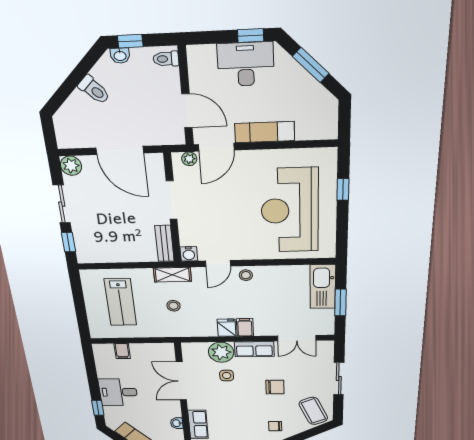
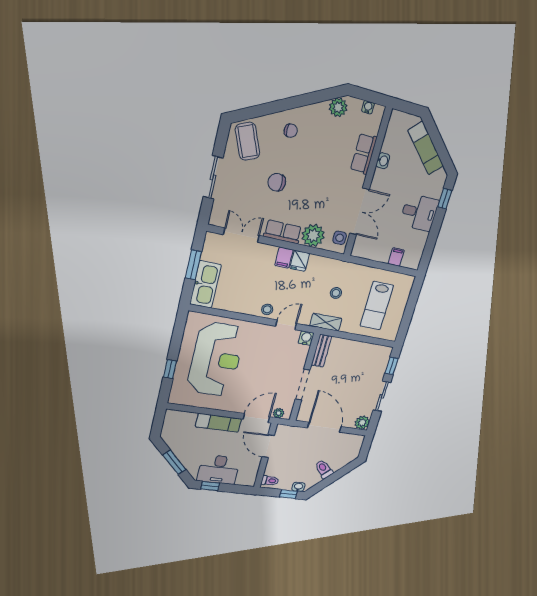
lab bench: (120, 302) -> (377, 306), turned 180
side table: (227, 376) -> (340, 238), moved

